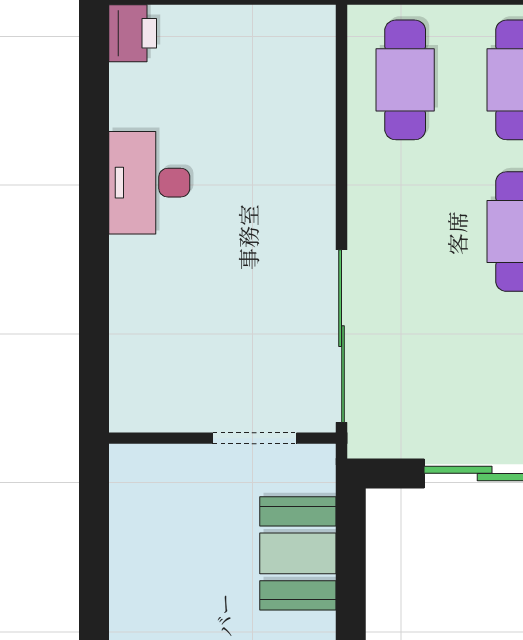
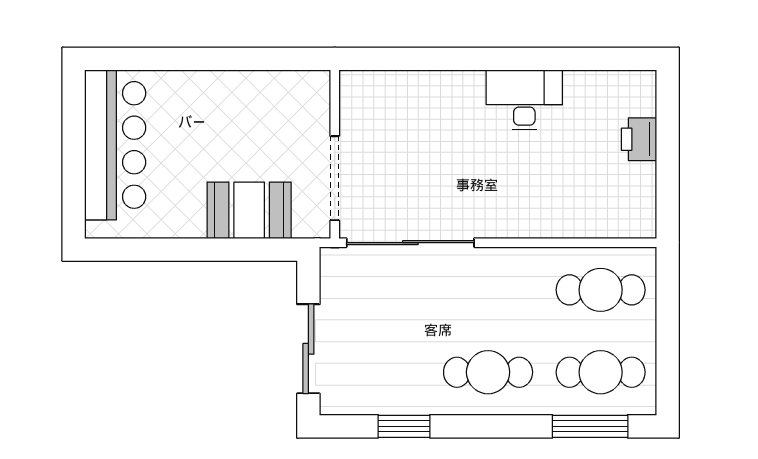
printer: (133, 33) -> (639, 139), moved, turned 90
doorway: (255, 438) -> (335, 178), width x1.36

